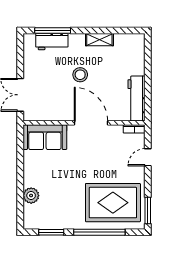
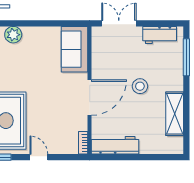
shelving: (99, 40) -> (175, 114), width x1.50, depth x1.33
workbench: (52, 42) -> (160, 35), moved, turned -90
door: (148, 157) -> (39, 157), moved

